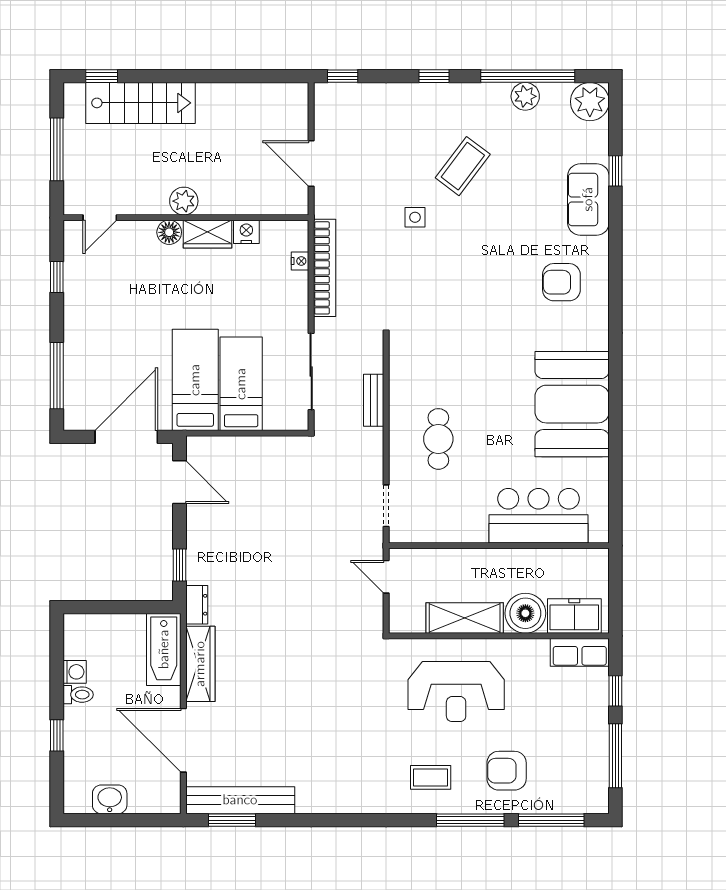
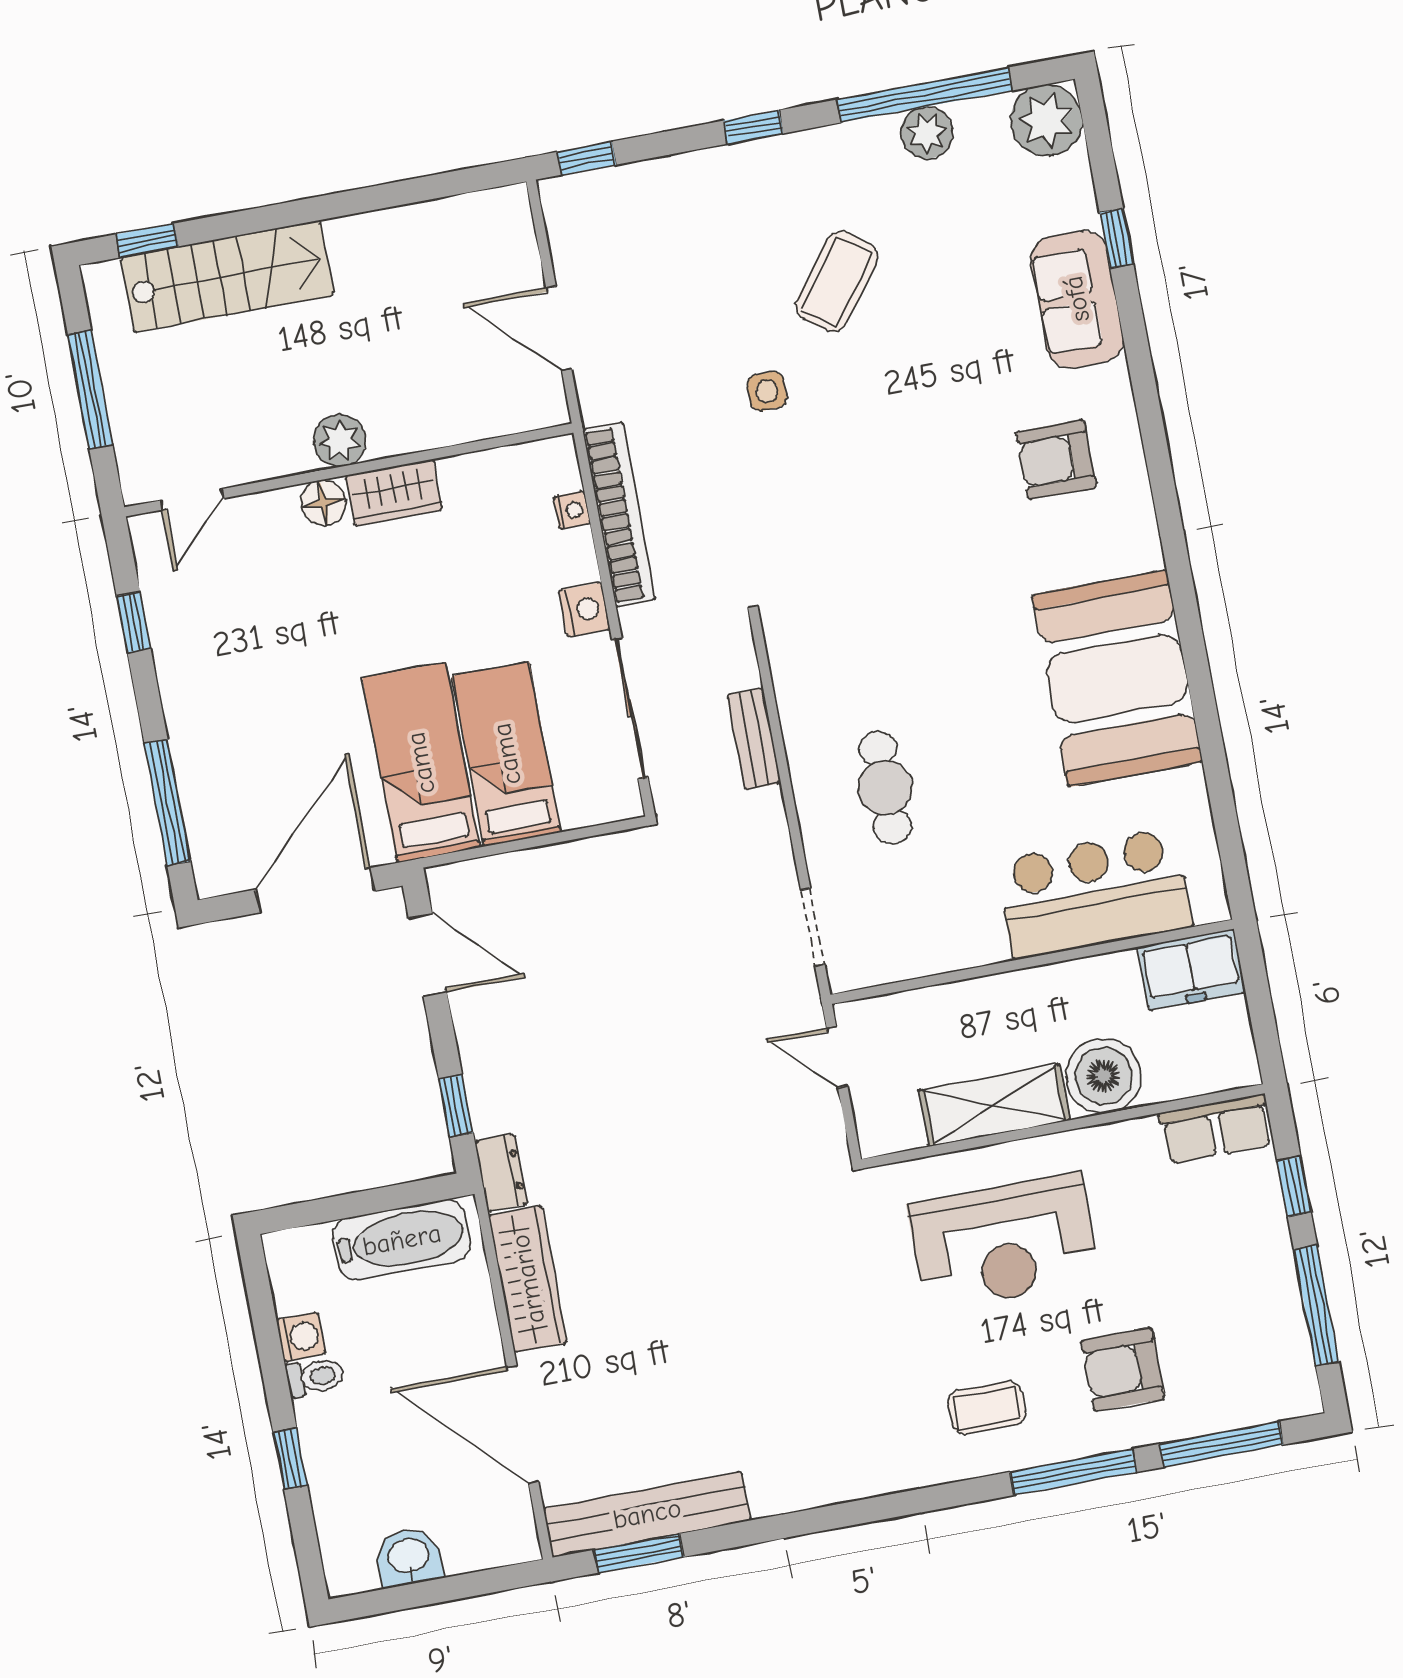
nightstand: (246, 232) -> (584, 610), moved, turned 90
freezer: (574, 616) -> (1191, 970), moved, turned 180
bathtub: (164, 649) -> (402, 1240), moved, turned -90

